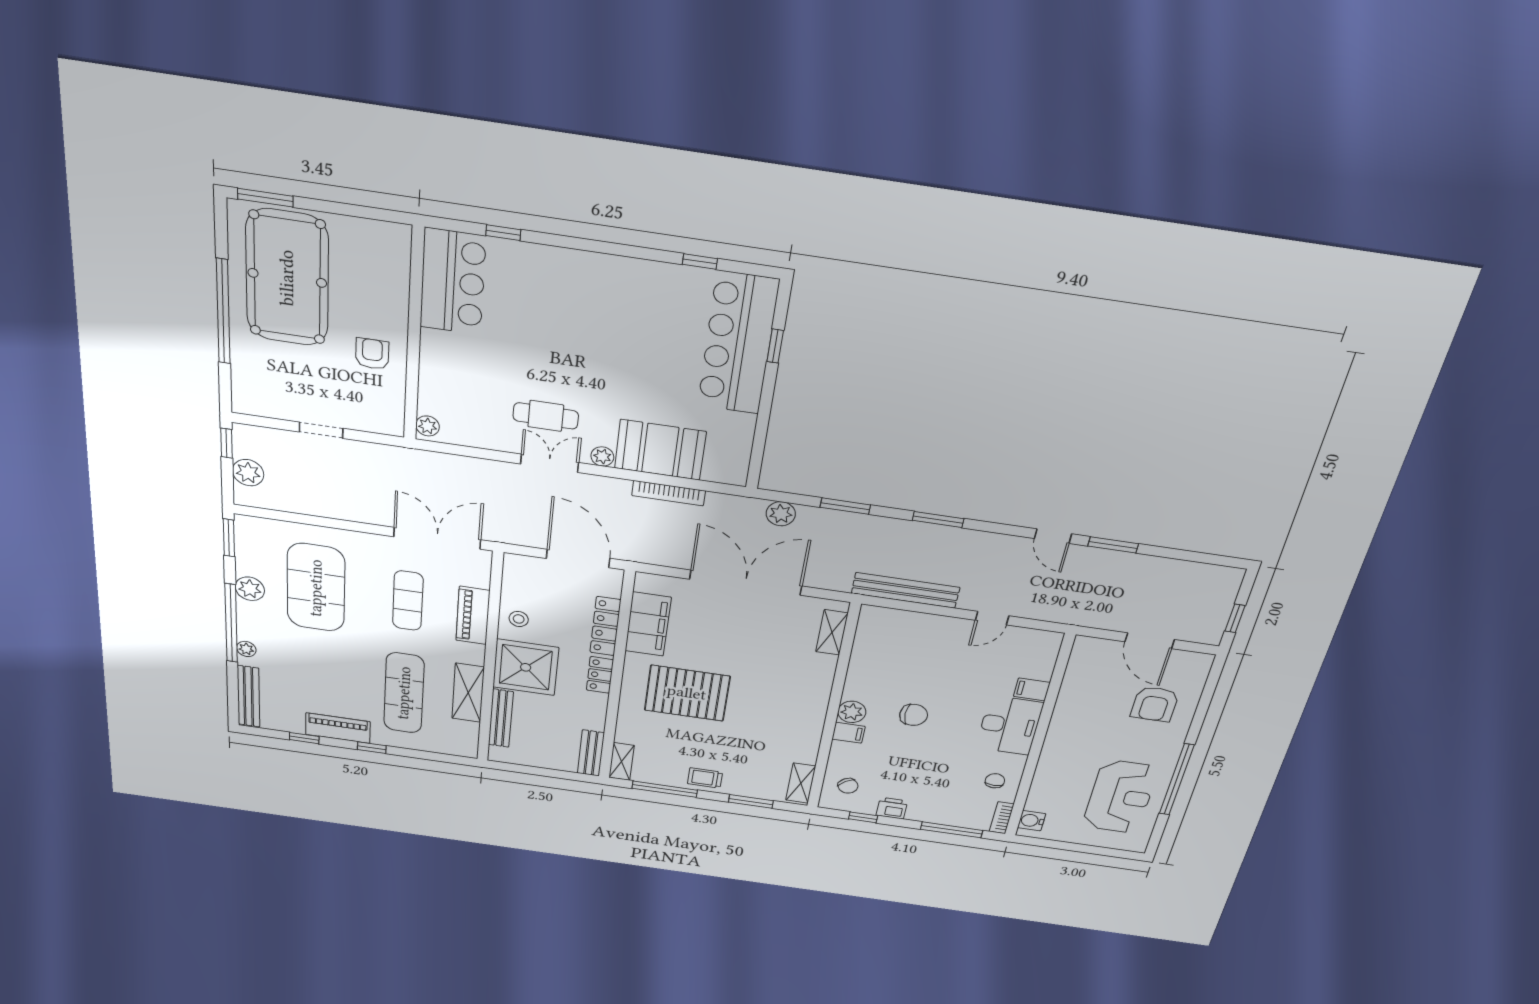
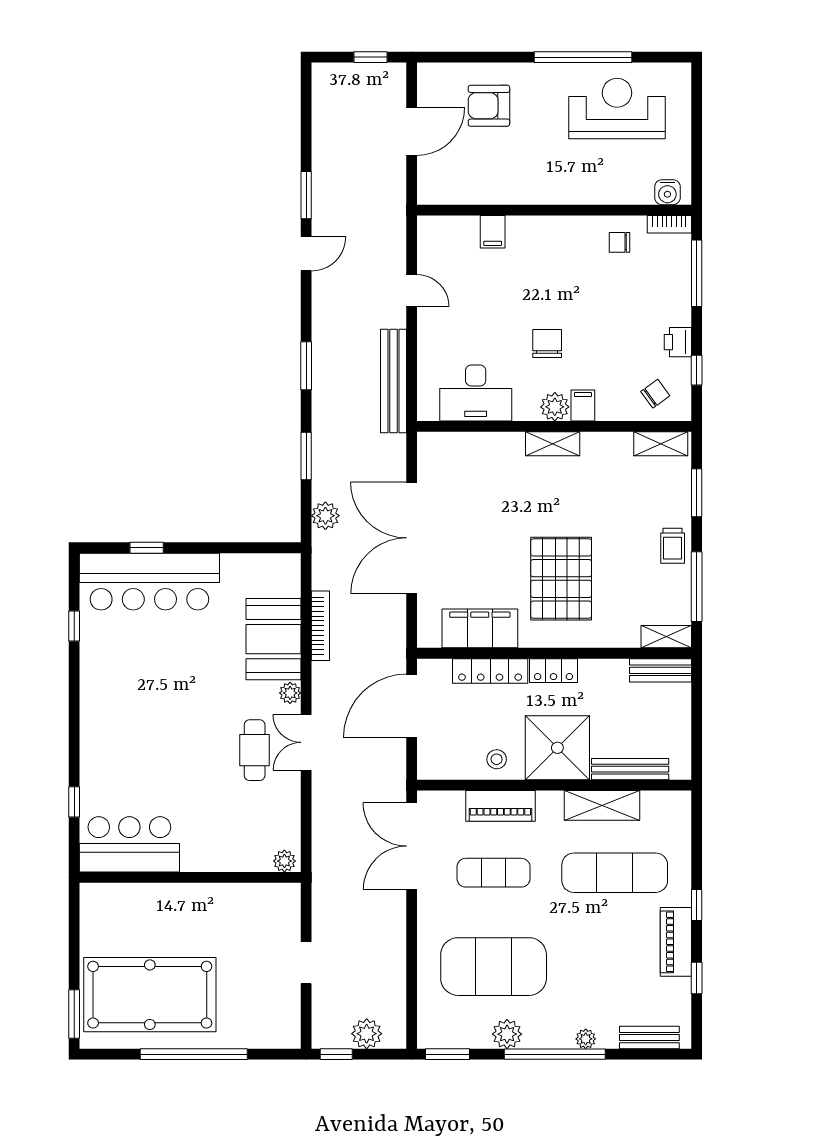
armchair: (372, 354) -> (215, 916), removed
shelving: (832, 632) -> (553, 444), moved
bench: (249, 696) -> (649, 1038), width x0.73
armchair: (1155, 704) -> (489, 106), turned 180
desk: (1010, 725) -> (476, 393), moved, turned 180

